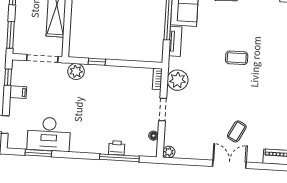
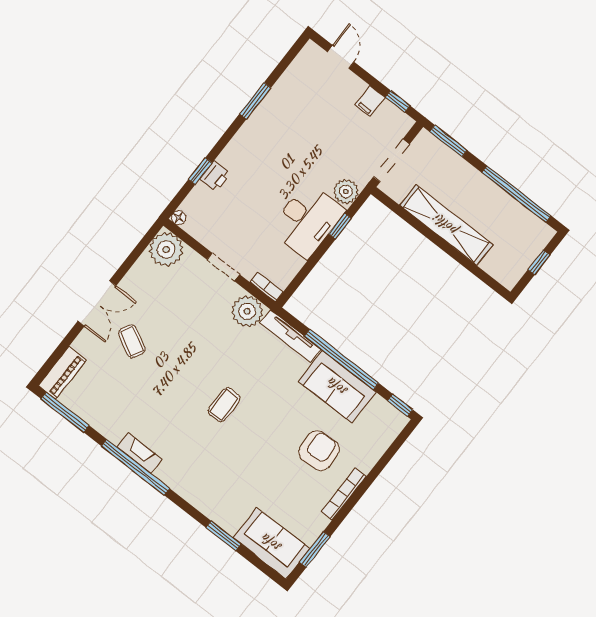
tv unit: (175, 41) -> (291, 336), width x1.41
desk: (49, 134) -> (307, 220), moved, turned 180
floor lamp: (153, 136) -> (179, 218), moved
plant: (169, 152) -> (166, 249), width x1.88, depth x1.88
window: (38, 153) -> (255, 101), moved
window: (119, 158) -> (200, 171), width x0.46

